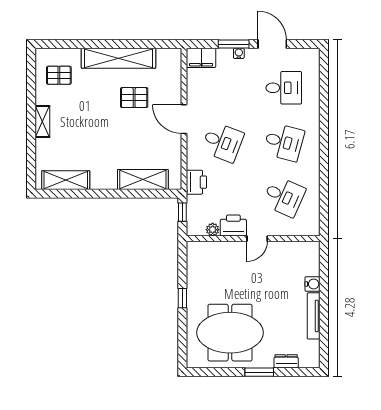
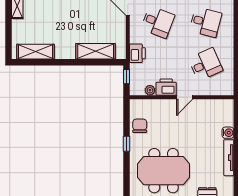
desk: (284, 196) -> (206, 64), turned -48
chair: (199, 275) -> (140, 126), added

